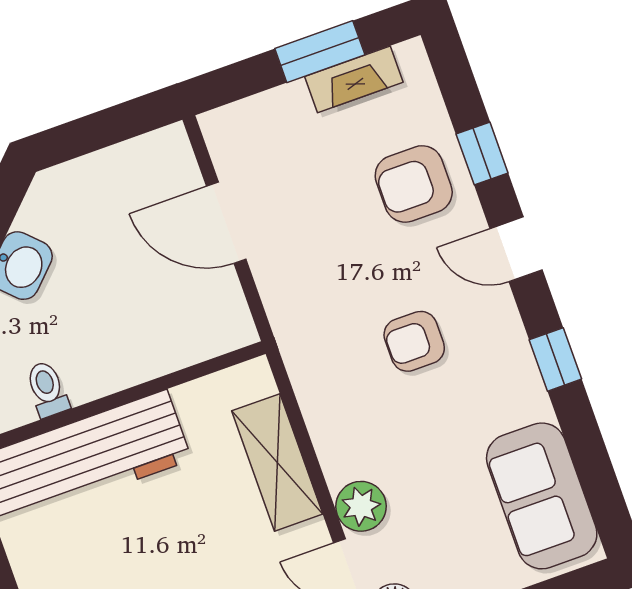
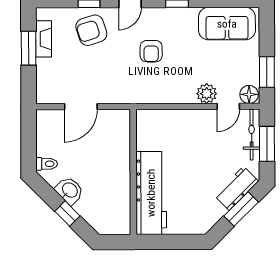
armchair: (414, 184) -> (91, 30), turned 72
toilet: (47, 389) -> (47, 164), moved, turned 180
shelving: (277, 462) -> (179, 119), removed

